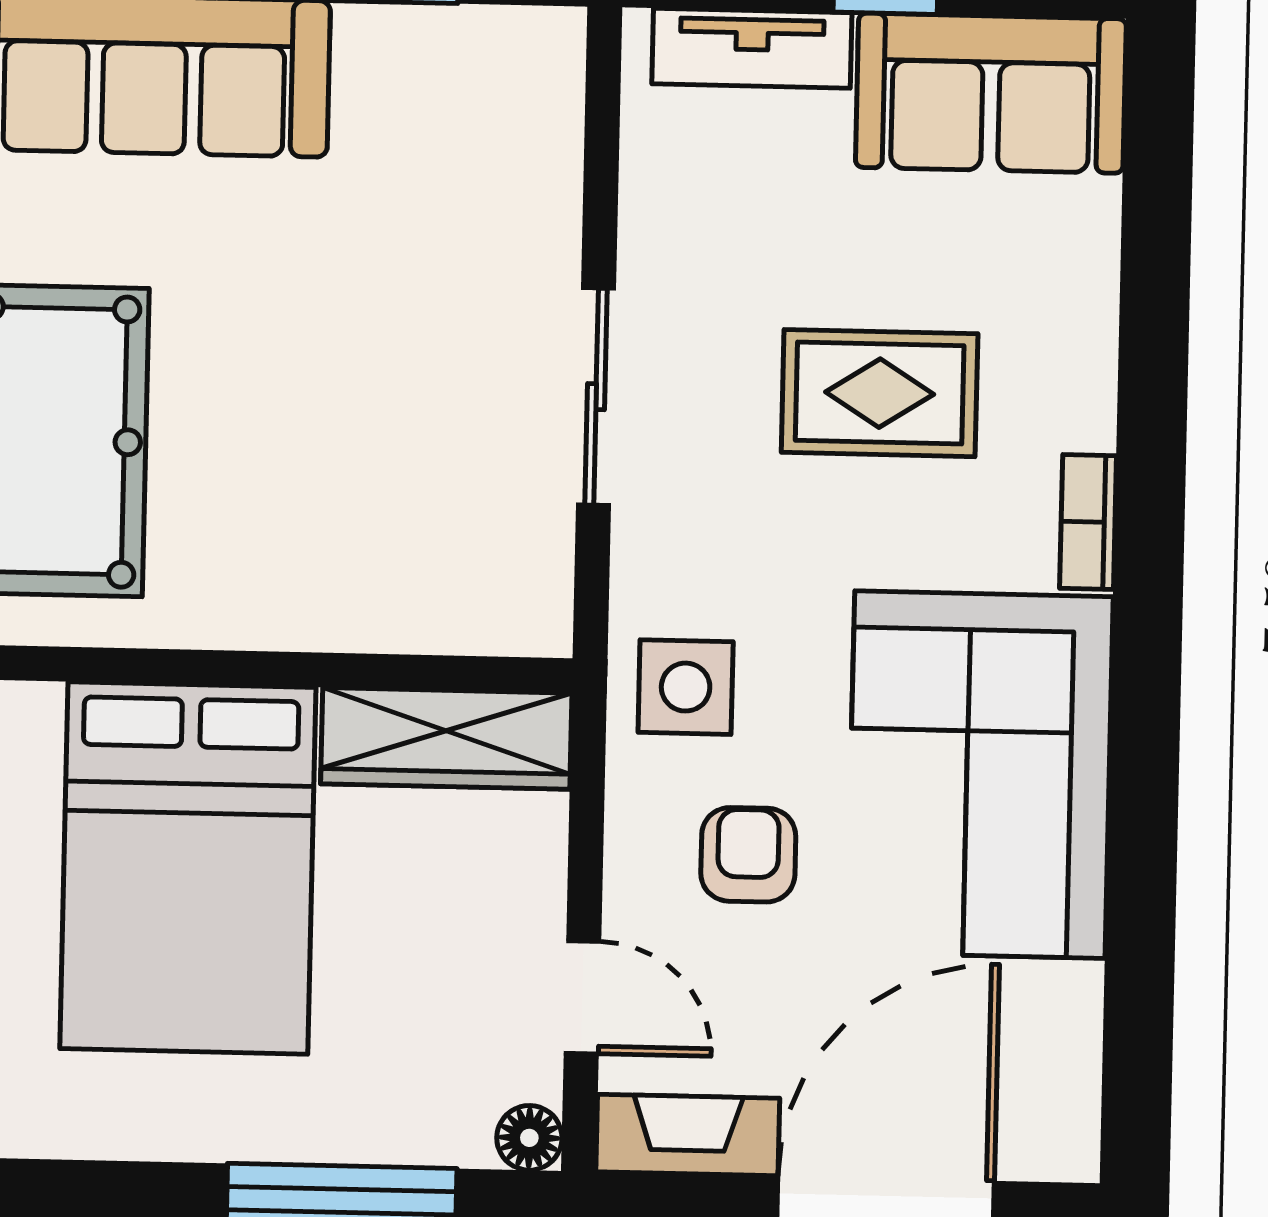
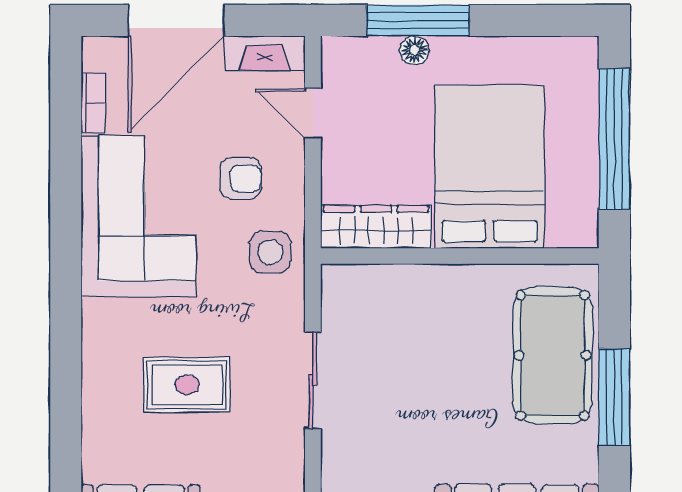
bookcase: (1088, 522) -> (93, 103), moved
armchair: (748, 855) -> (241, 178), turned -90
floor lamp: (529, 1138) -> (415, 50), moved

